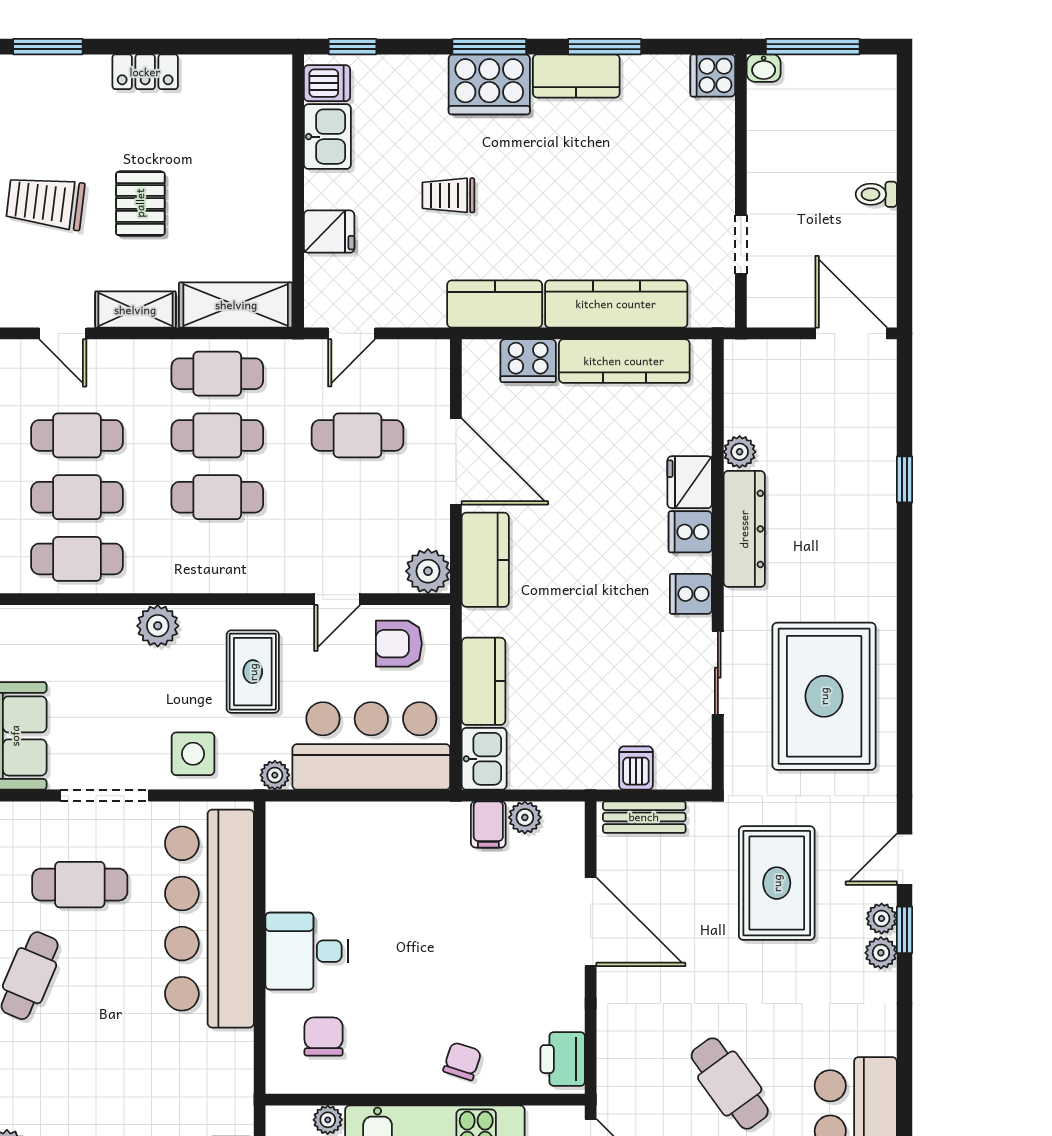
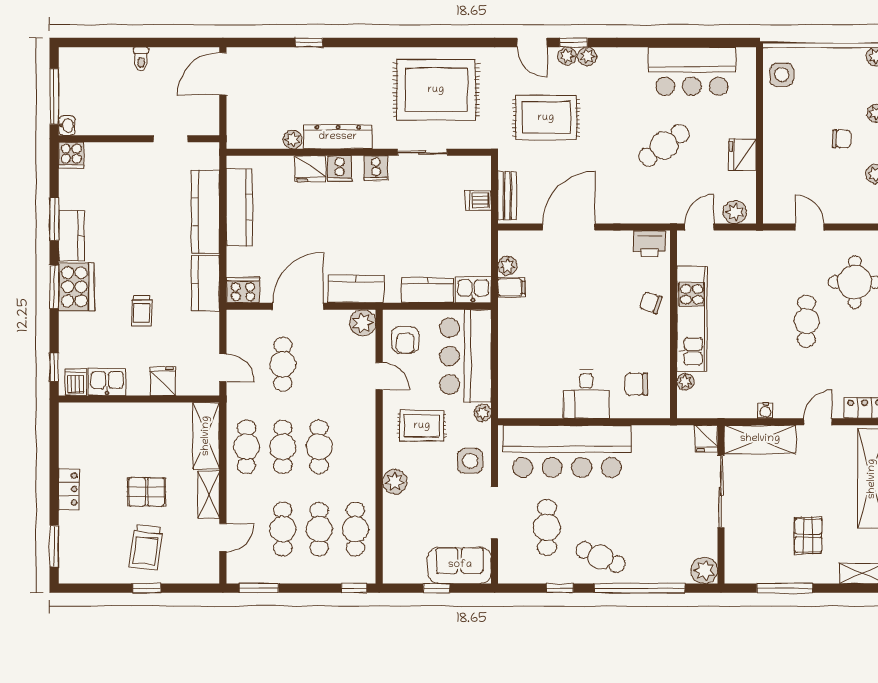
cooker: (528, 361) -> (243, 290), moved, turned -90

